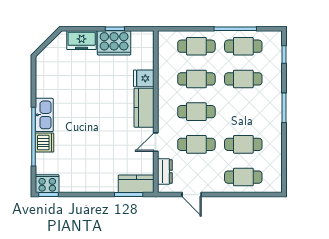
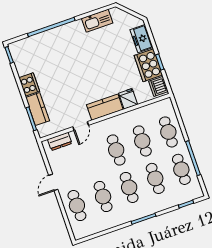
kitchen sink: (44, 115) -> (97, 21), moved
door: (156, 142) -> (81, 126), swing flipped
dishwasher: (45, 143) -> (158, 86), moved, turned 90
cafe table: (196, 144) -> (129, 187), moved
cooker: (47, 184) -> (29, 85), moved
kitchen counter: (136, 184) -> (38, 109), moved
door: (192, 195) -> (53, 182), moved

